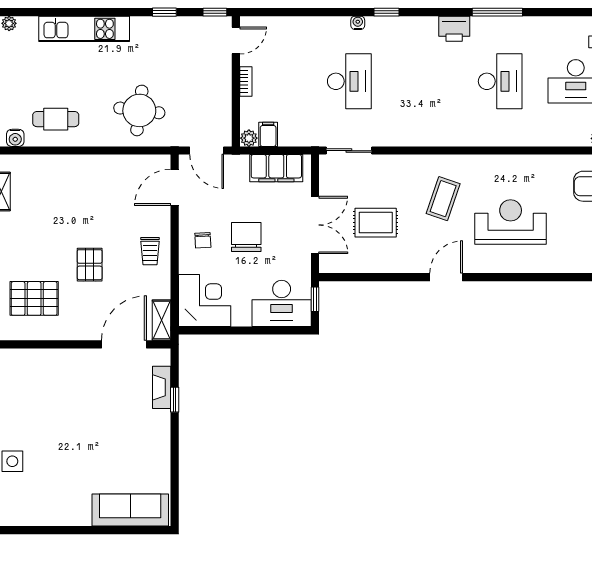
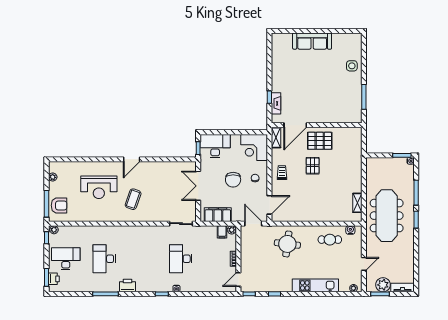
rug: (376, 223) -> (167, 187), removed
pallet: (34, 298) -> (320, 141), moved
sofa: (130, 510) -> (312, 41), moved

